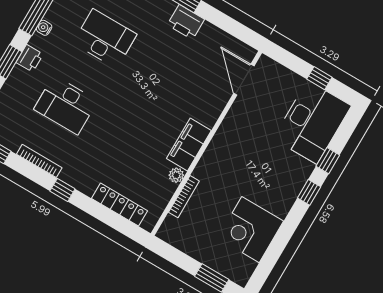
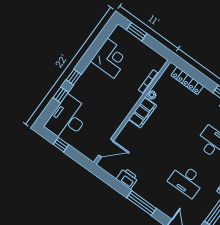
printer: (186, 22) -> (127, 178), moved
door: (244, 80) -> (106, 148), hinge flipped

